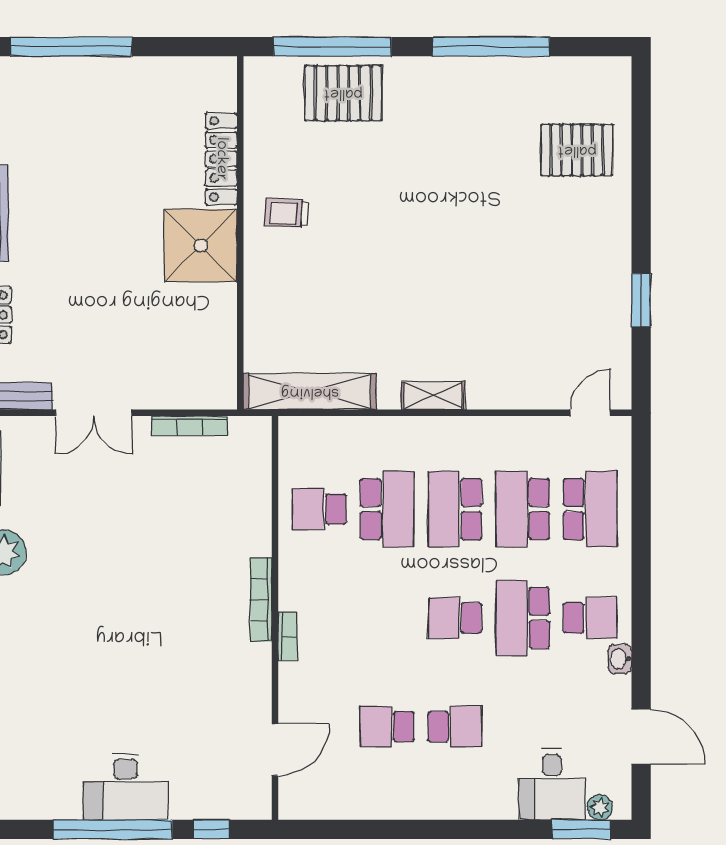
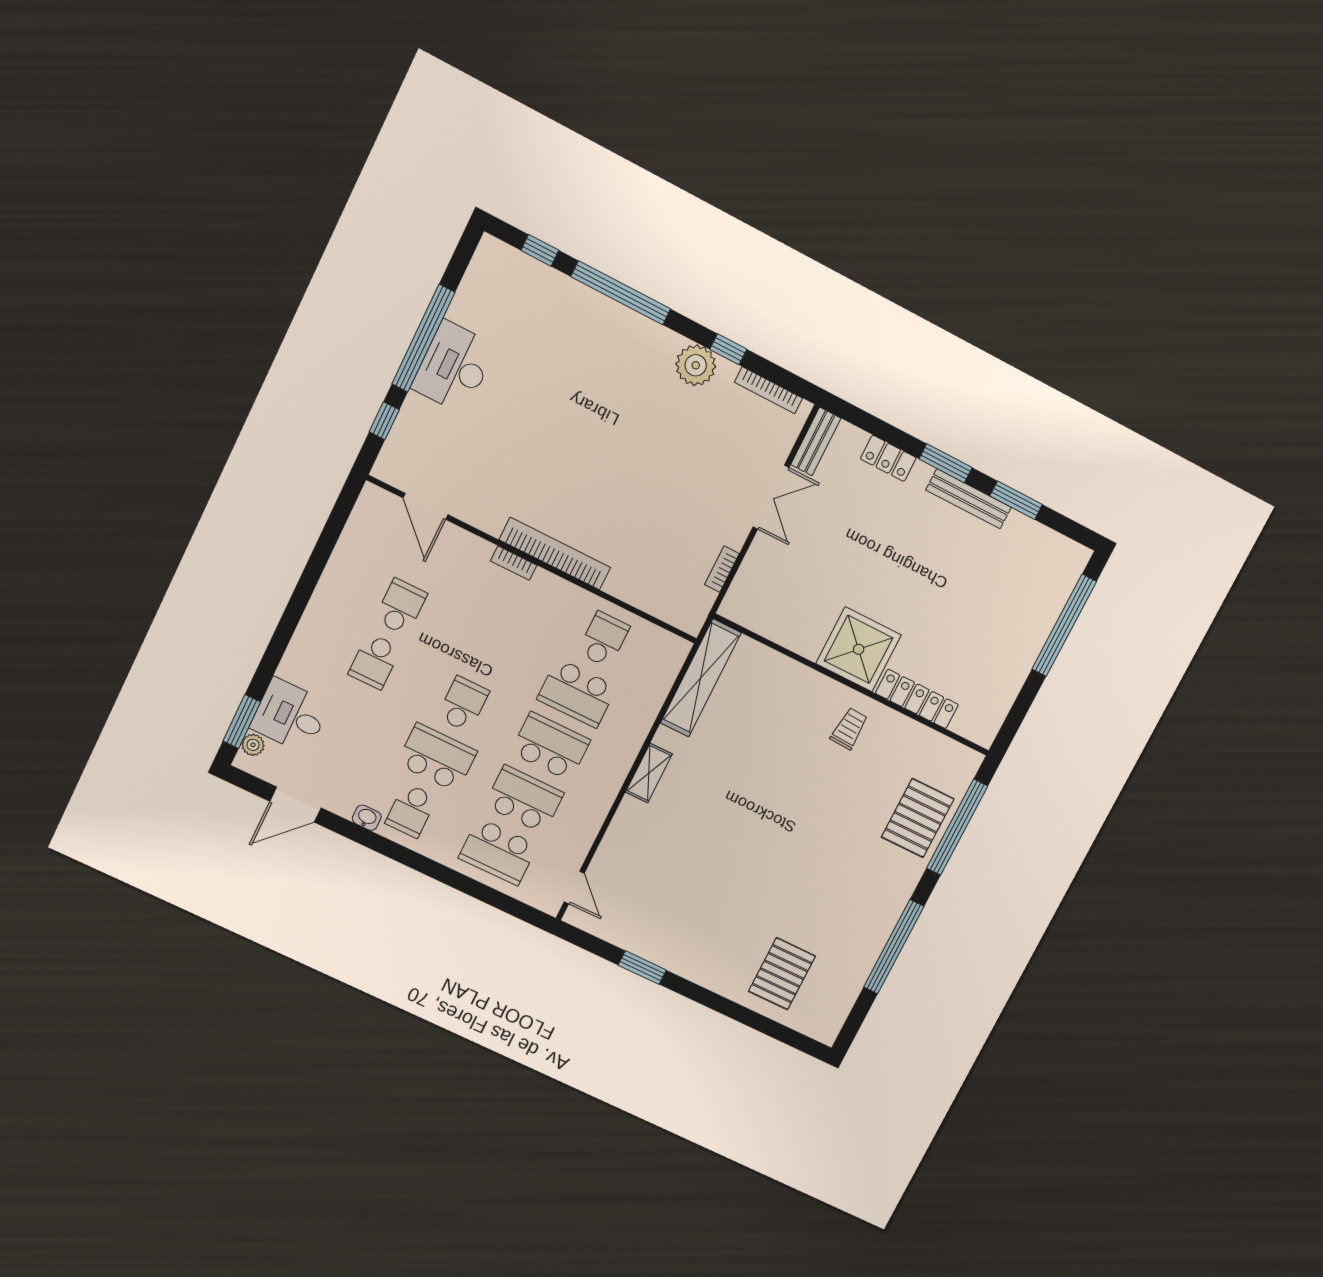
double door: (94, 413) -> (771, 497), swing flipped
bookcase: (190, 426) -> (722, 569), width x0.64
bookcase: (261, 600) -> (555, 554), width x1.48, depth x1.31

